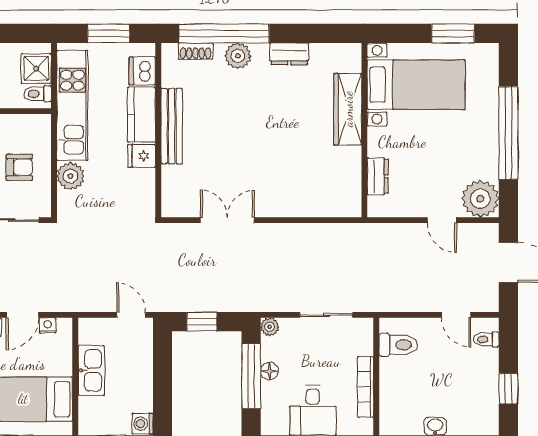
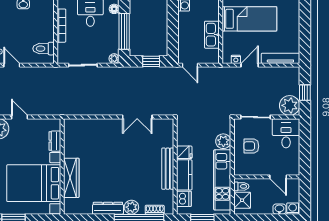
dresser: (289, 54) -> (108, 208), width x1.44
bed with nightstands: (416, 85) -> (34, 183), width x1.36
floor lamp: (269, 371) -> (114, 9), moved

